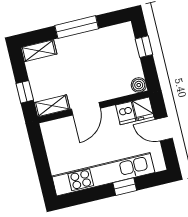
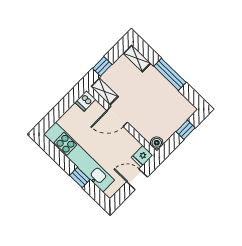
dishwasher: (126, 113) -> (85, 101), moved
door: (164, 129) -> (137, 179), hinge flipped

